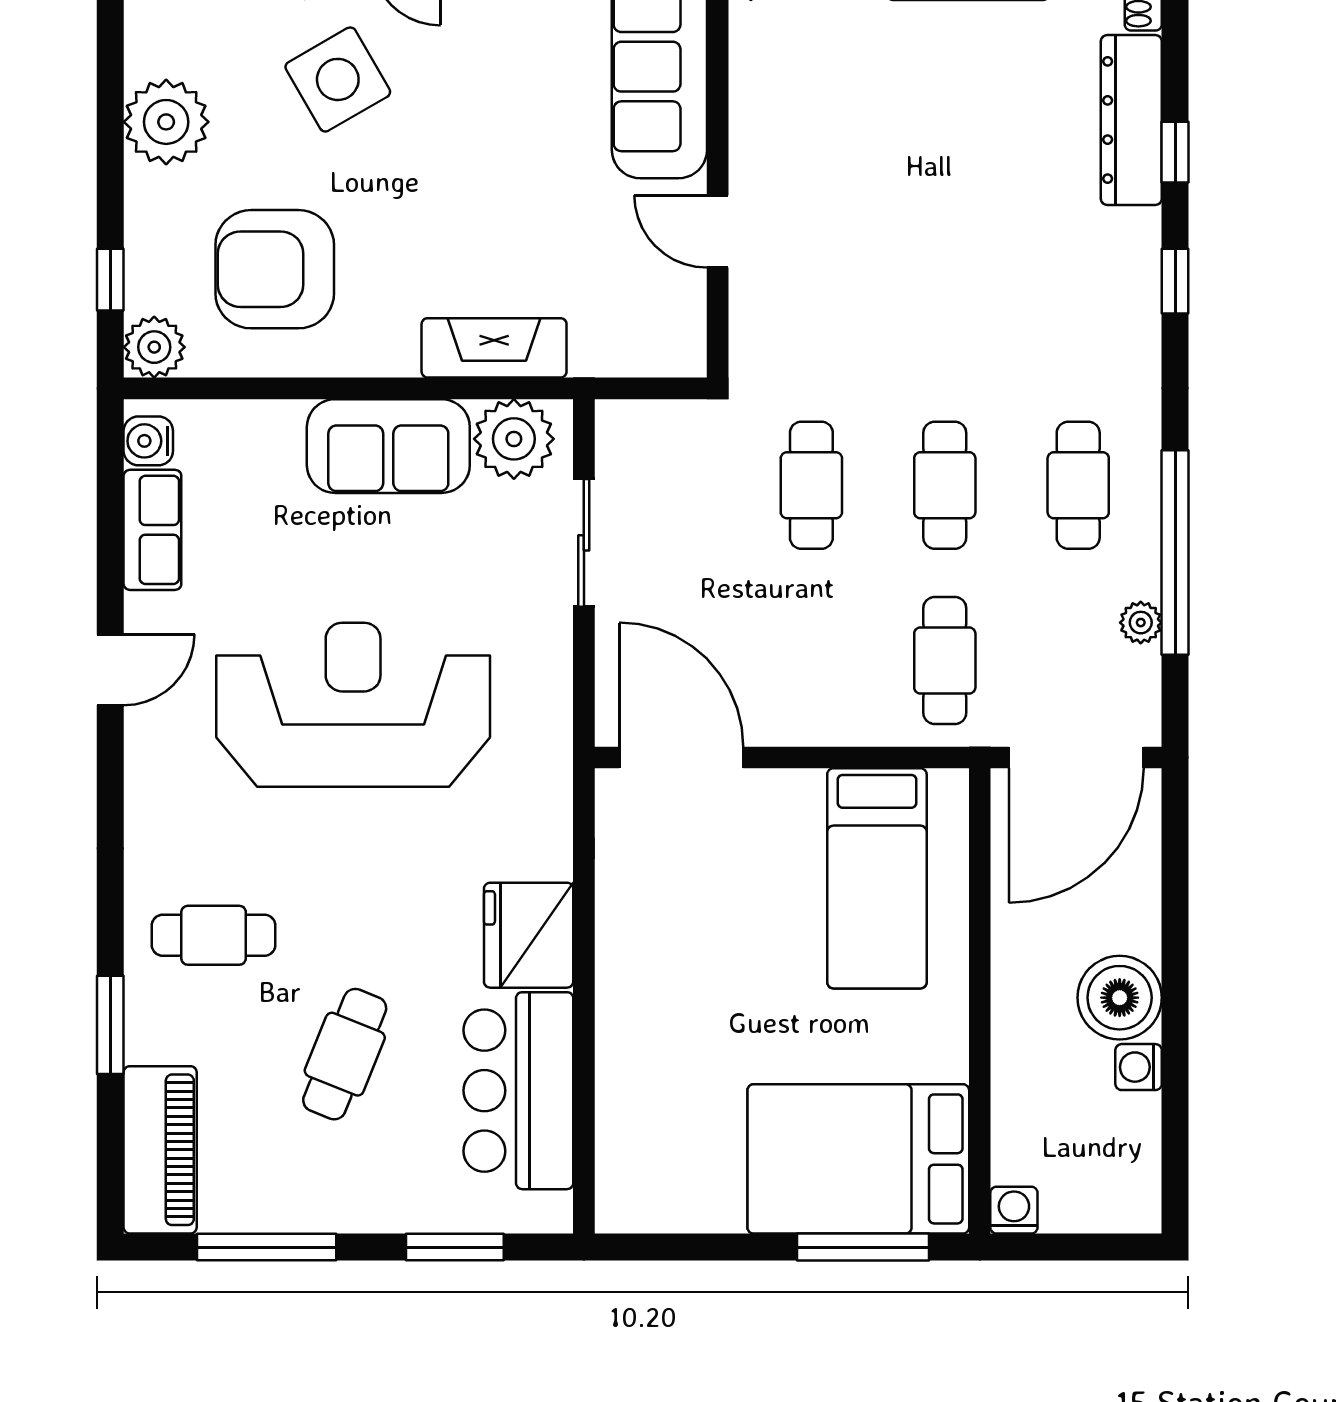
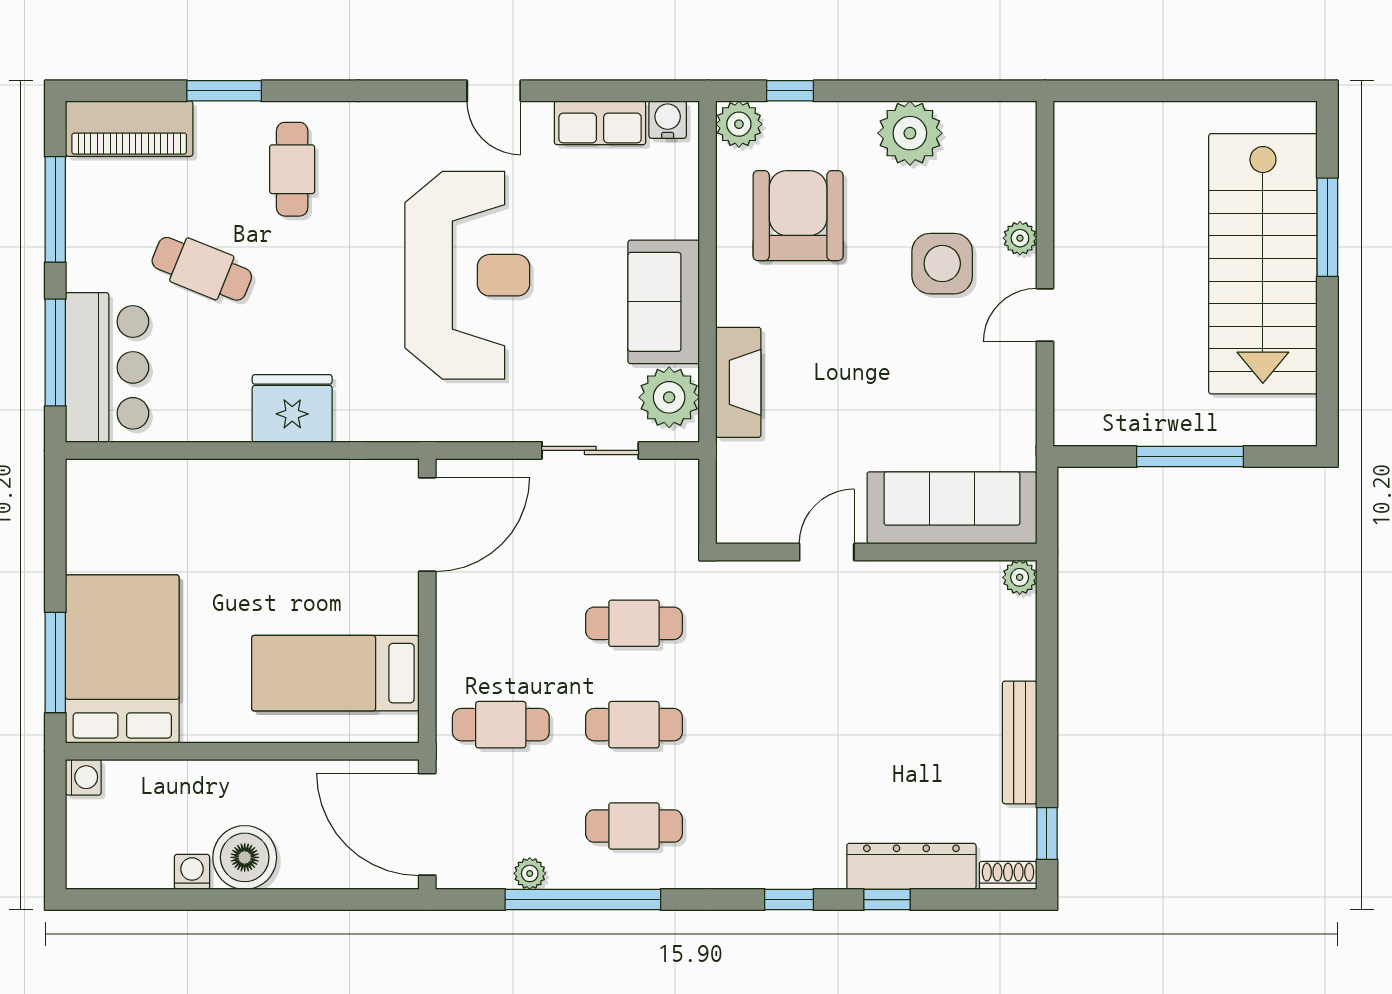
side table: (338, 79) -> (942, 264), turned 30
bar counter: (518, 1091) -> (107, 367), moved, turned 90
window: (455, 1247) -> (55, 353), width x1.44

